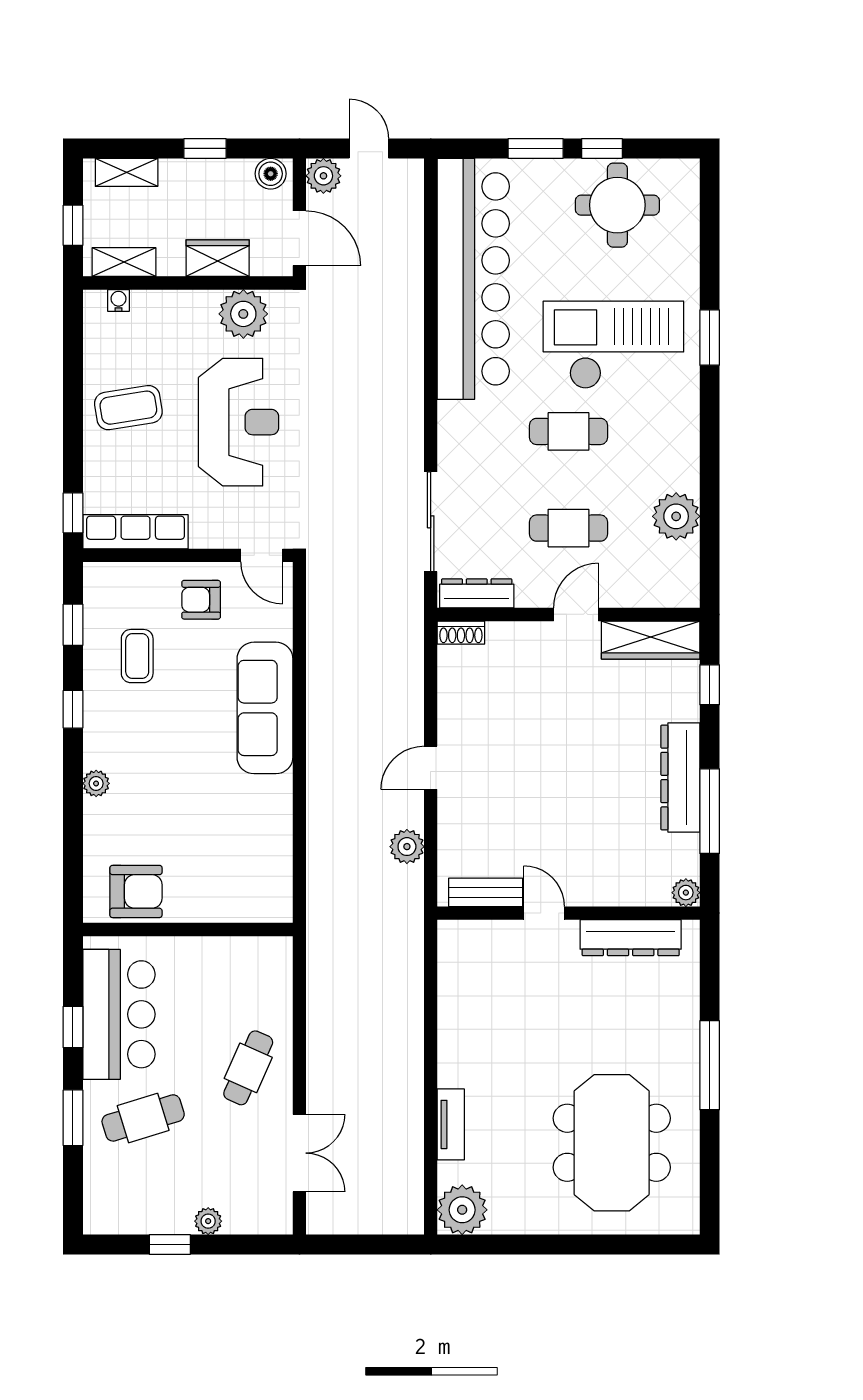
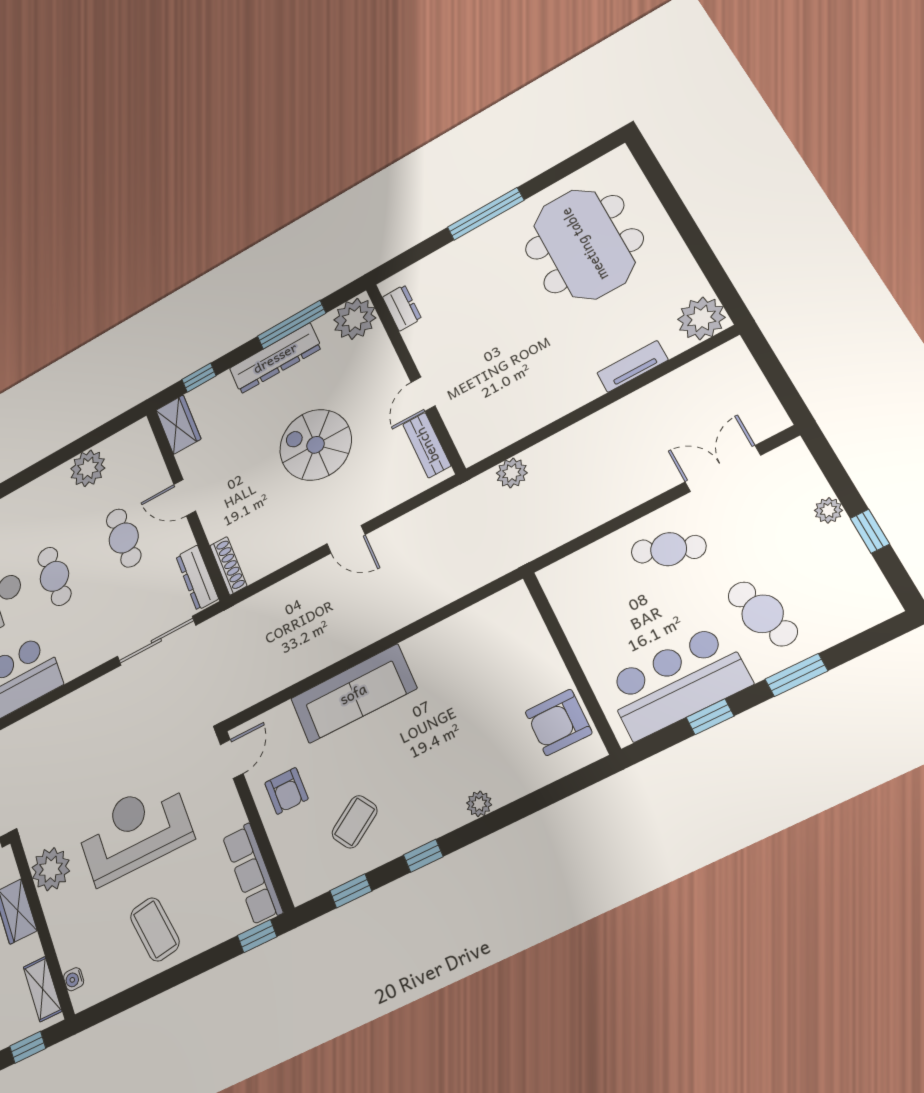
shoe rack: (461, 633) -> (228, 566), width x1.43
wardrobe: (651, 640) -> (178, 425), width x0.67
coffee table: (137, 656) -> (355, 822), turned -33
spiral stairs: (554, 779) -> (316, 445), added
plant: (407, 847) -> (512, 473), moved
armchair: (136, 891) -> (559, 722), turned -90
plant: (686, 893) -> (355, 319), width x1.87, depth x1.87
dresser: (631, 938) -> (402, 308), width x0.51, depth x0.80
meeting table: (612, 1143) -> (584, 244), turned 90

